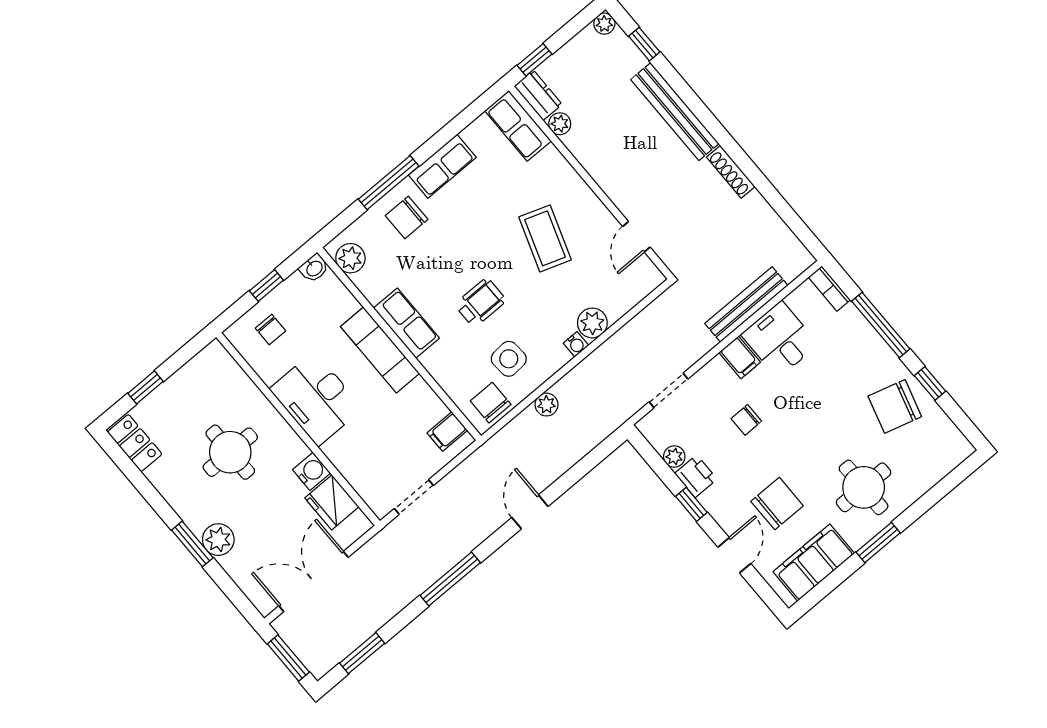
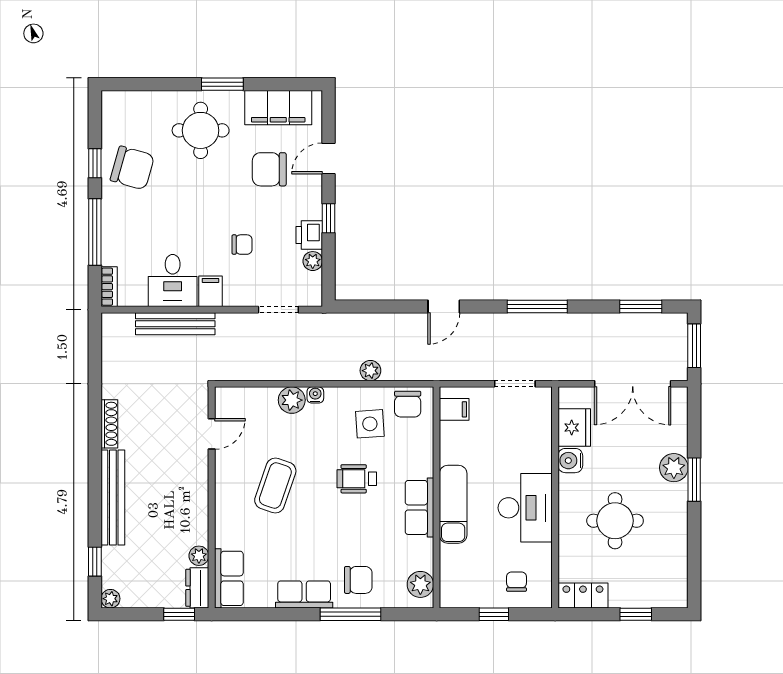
washbasin: (314, 268) -> (451, 599), removed
locker: (135, 443) -> (583, 595), moved, turned 90

